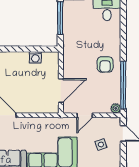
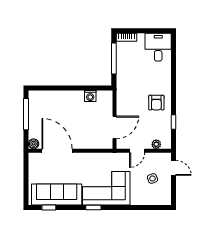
window: (123, 85) -> (174, 122), width x0.32
plant: (116, 108) -> (156, 144), moved

